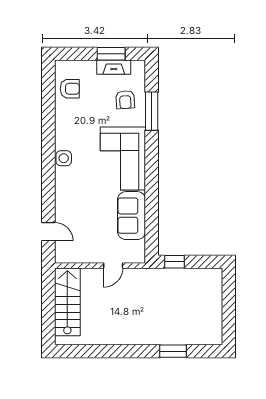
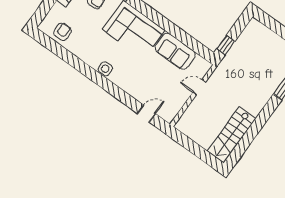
door: (113, 266) -> (199, 87), swing flipped
stairs: (67, 302) -> (231, 135), moved, turned -90

